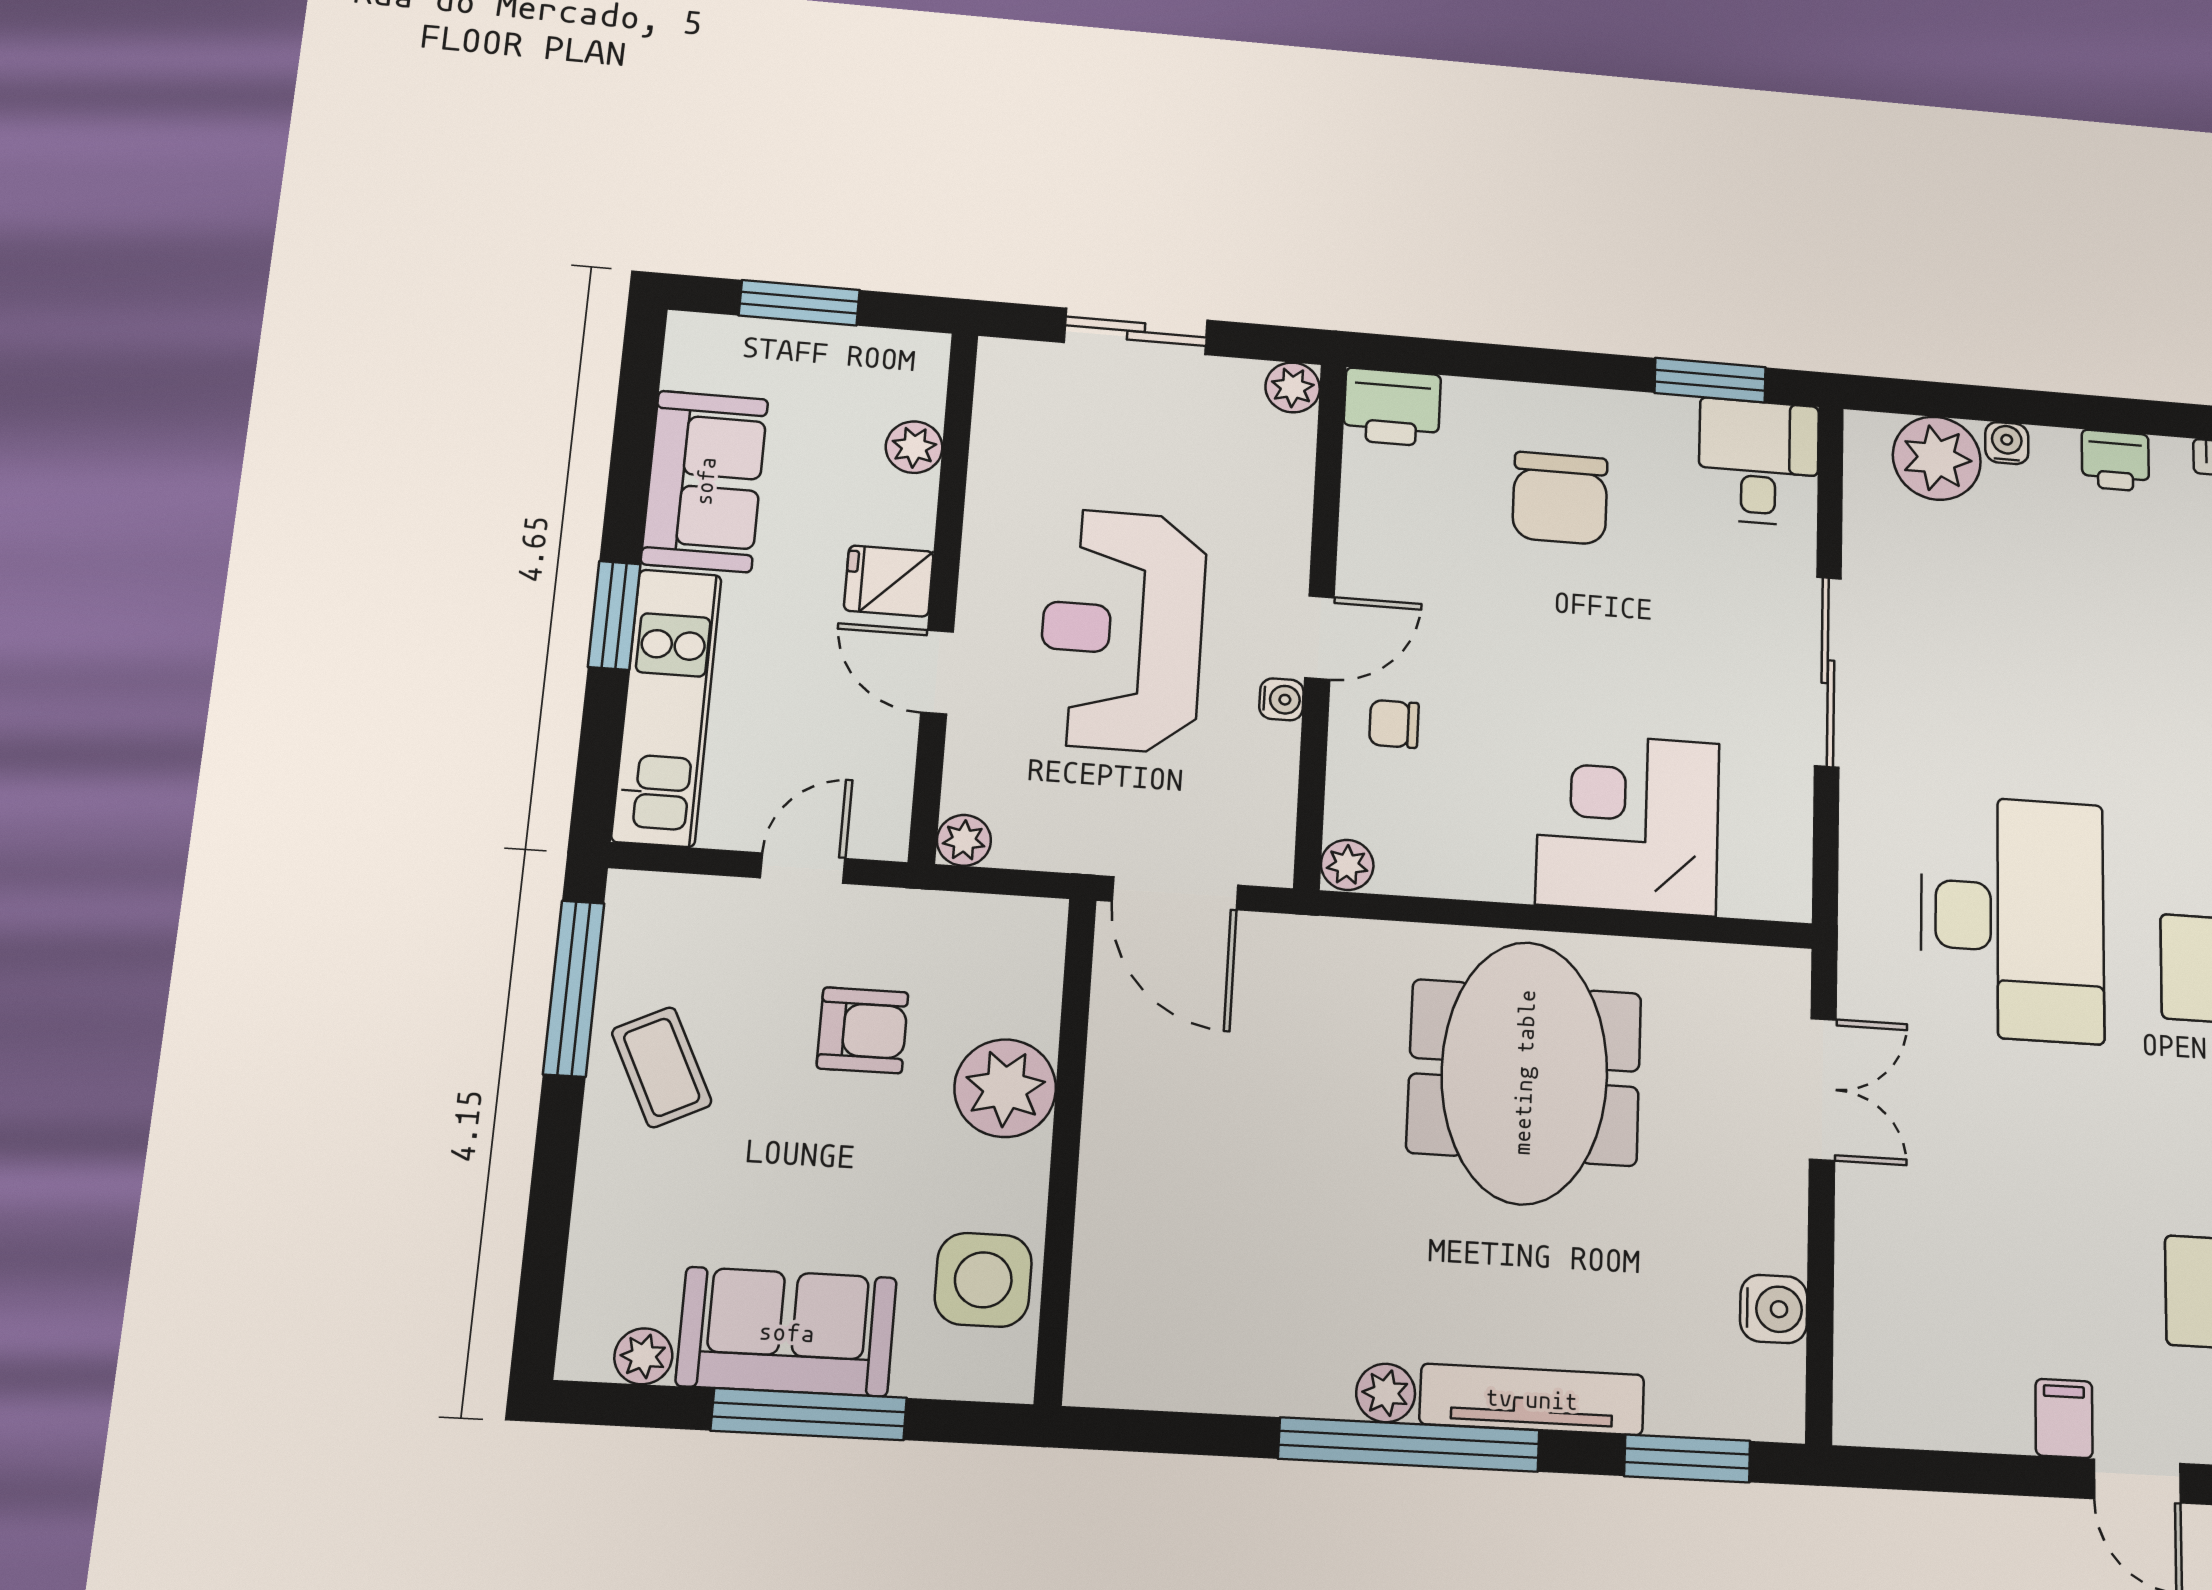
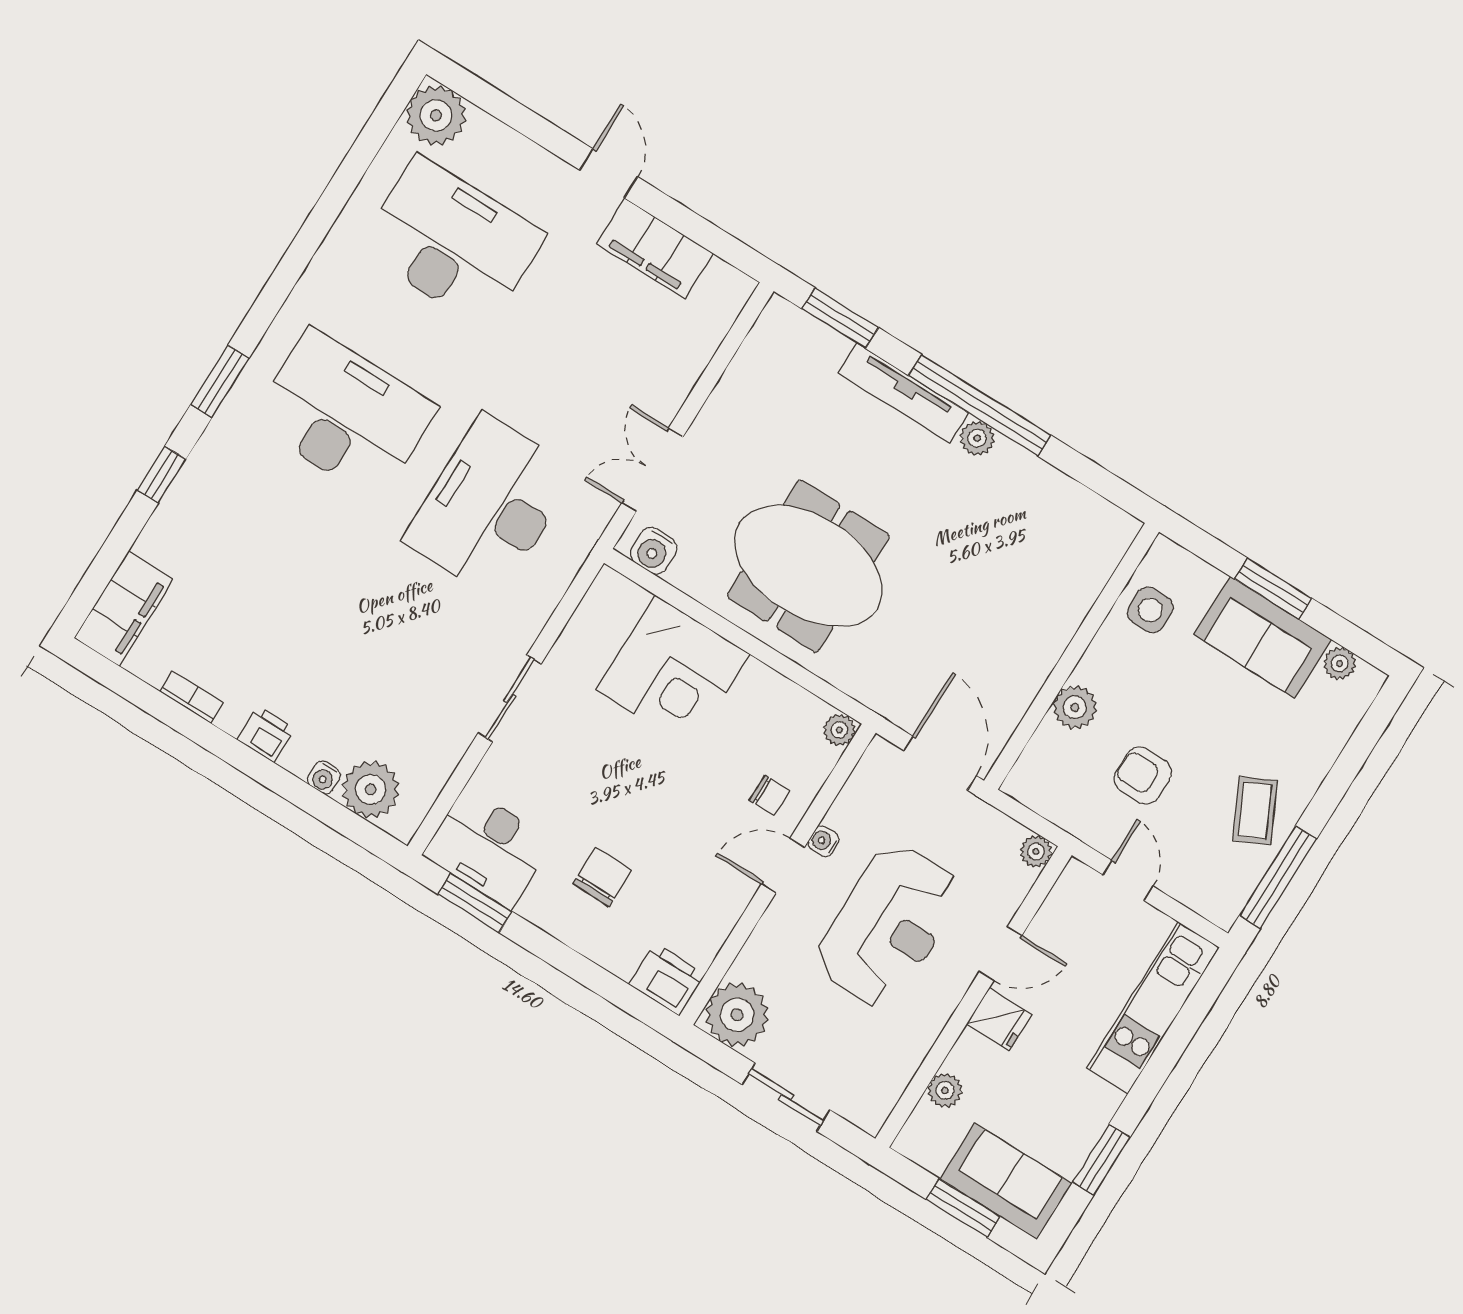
plant: (1293, 387) -> (737, 1015), width x1.87, depth x1.87
desk: (1759, 462) -> (488, 848), width x1.37
sofa: (705, 481) -> (1006, 1181), moved, turned 90
chair: (1560, 498) -> (602, 877), width x0.73, depth x0.73
window: (614, 615) -> (1101, 1160), moved
door: (937, 672) -> (1001, 954), hinge flipped
sliding door: (1828, 672) -> (510, 698), width x0.73
door: (803, 868) -> (1128, 881), swing flipped
meeting table: (1524, 1072) -> (808, 566), turned 90
plant: (1005, 1088) -> (1075, 707), width x0.73, depth x0.73
side table: (983, 1280) -> (1150, 610), width x0.73, depth x0.73
water cooler: (1774, 1309) -> (654, 551), moved, turned -90
window: (809, 1414) -> (1273, 589), width x0.69
filing cabinet: (2064, 1418) -> (655, 249), width x3.00, depth x1.17

